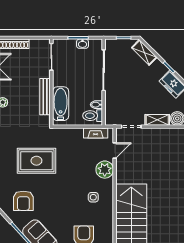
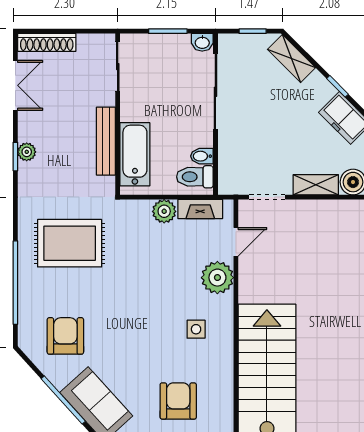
washbasin: (82, 44) -> (202, 42), moved
plant: (76, 134) -> (164, 211), added
rug: (36, 161) -> (70, 243), moved
armchair: (23, 201) -> (65, 336), turned 180

